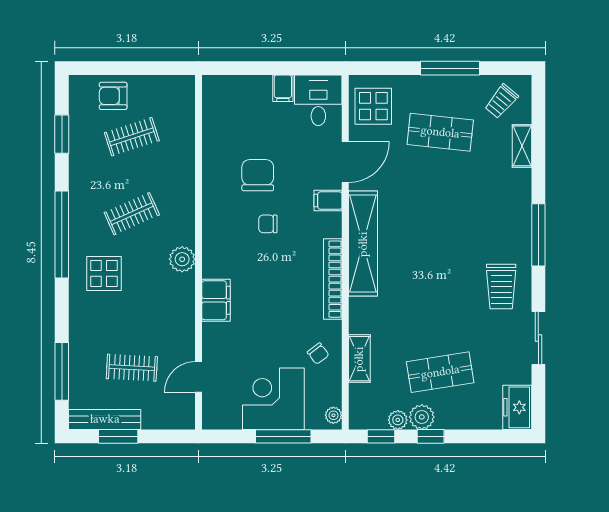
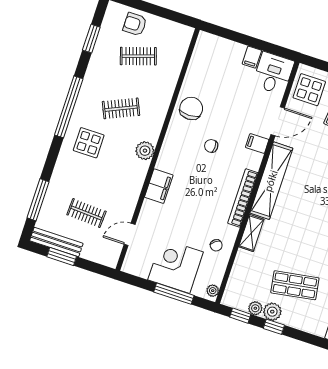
chair: (258, 175) -> (191, 108), moved
shelving: (359, 359) -> (251, 233), moved

